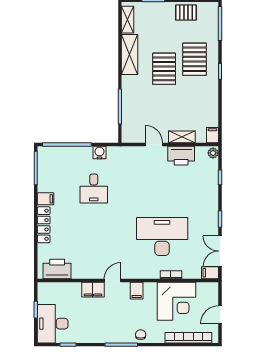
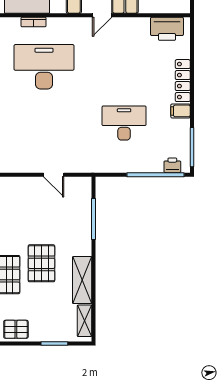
shelving: (182, 137) -> (21, 184), removed
water cooler: (100, 153) -> (117, 165), removed
printer: (181, 156) -> (172, 165), moved, width x0.53, depth x0.68
desk: (94, 189) -> (124, 123), width x1.37
desk: (162, 237) -> (44, 67), turned 180

